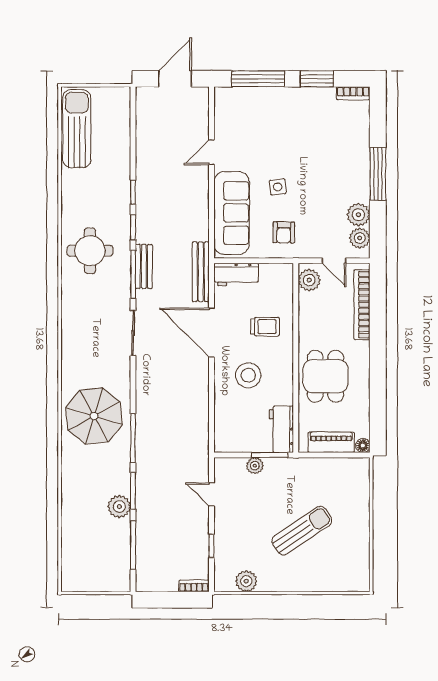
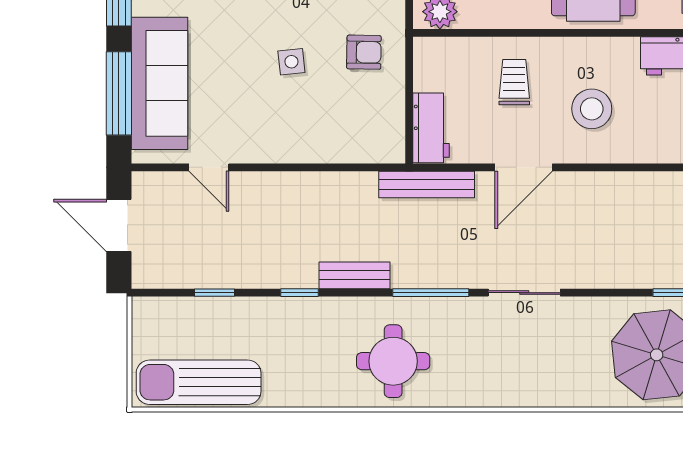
door: (211, 152) -> (209, 167), moved
sofa: (232, 213) -> (160, 83), moved, turned 90
window: (133, 227) -> (214, 293), moved
bench: (144, 266) -> (355, 275), moved
door: (211, 333) -> (524, 167), width x0.73

